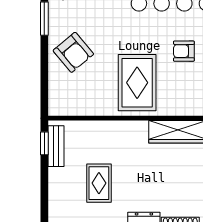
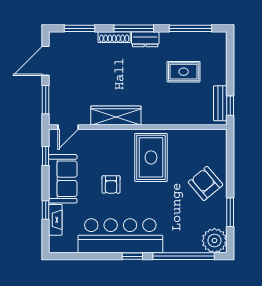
armchair: (184, 51) -> (111, 184), turned 90
rug: (99, 183) -> (184, 72), turned 90

